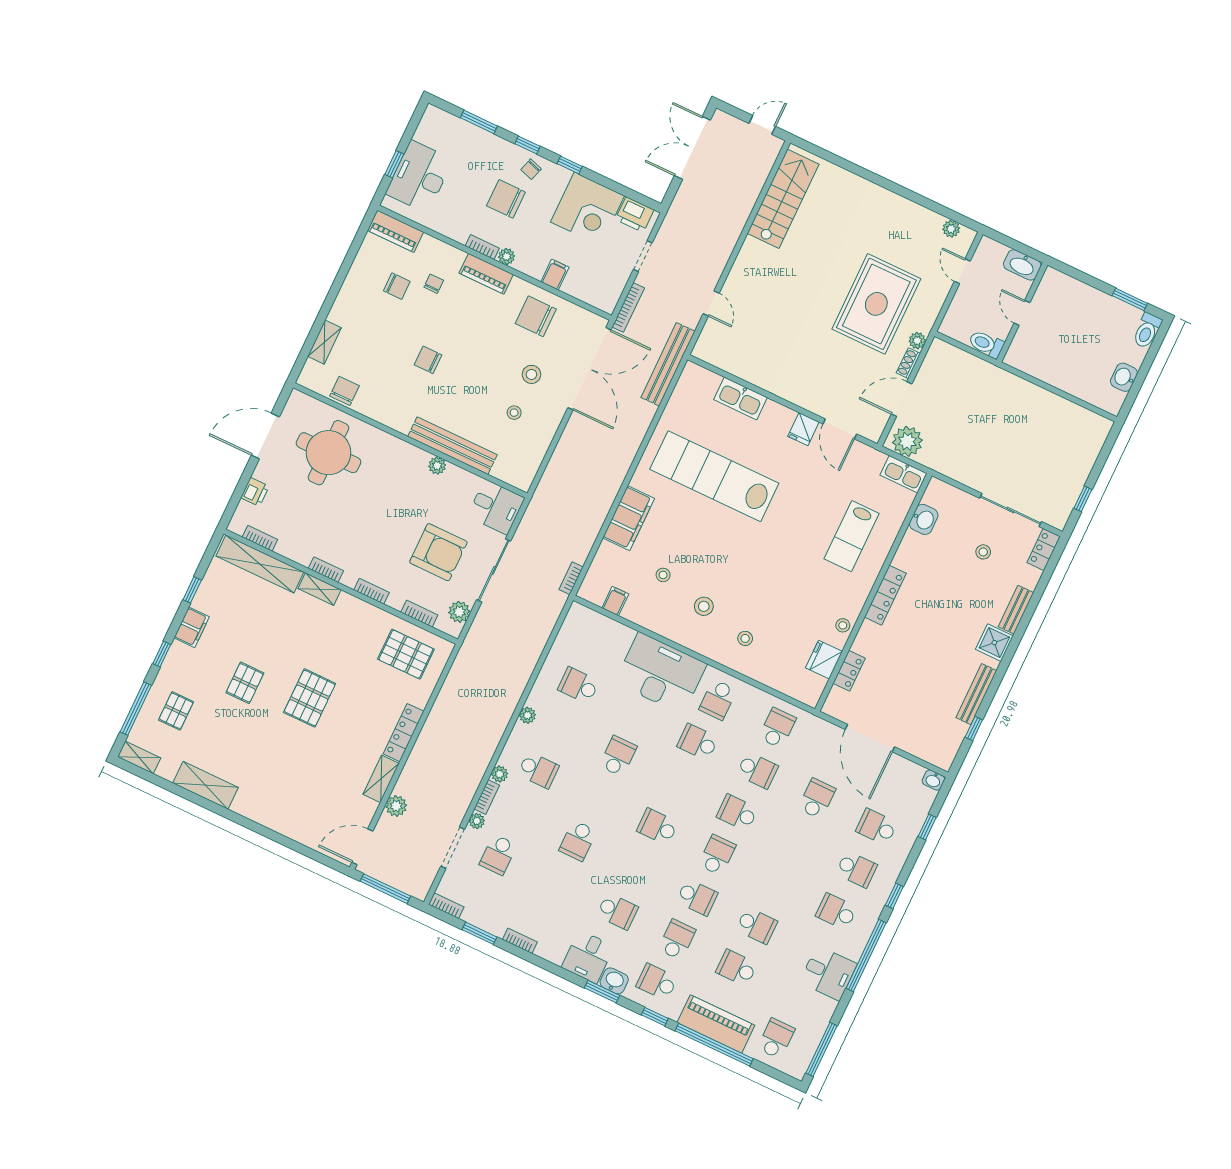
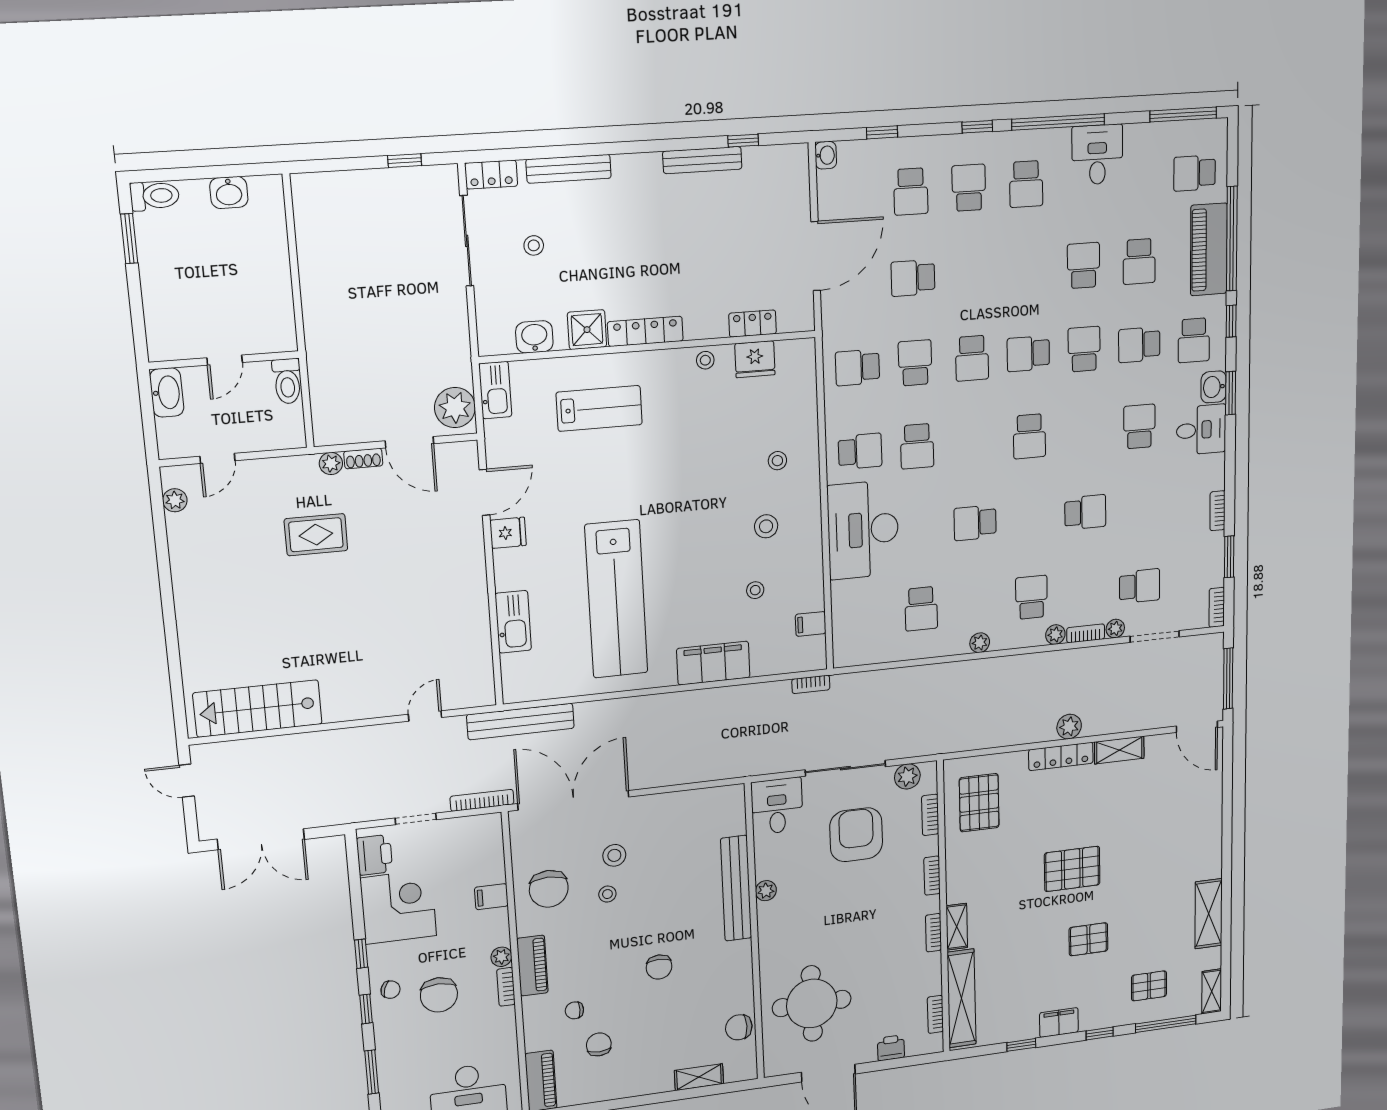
rug: (876, 304) -> (316, 535), width x0.54, depth x0.49
stool: (514, 413) -> (607, 894), moved
bench: (1016, 610) -> (569, 169), width x1.36
shower: (994, 643) -> (587, 330), moved
plant: (396, 806) -> (1069, 727), moved

